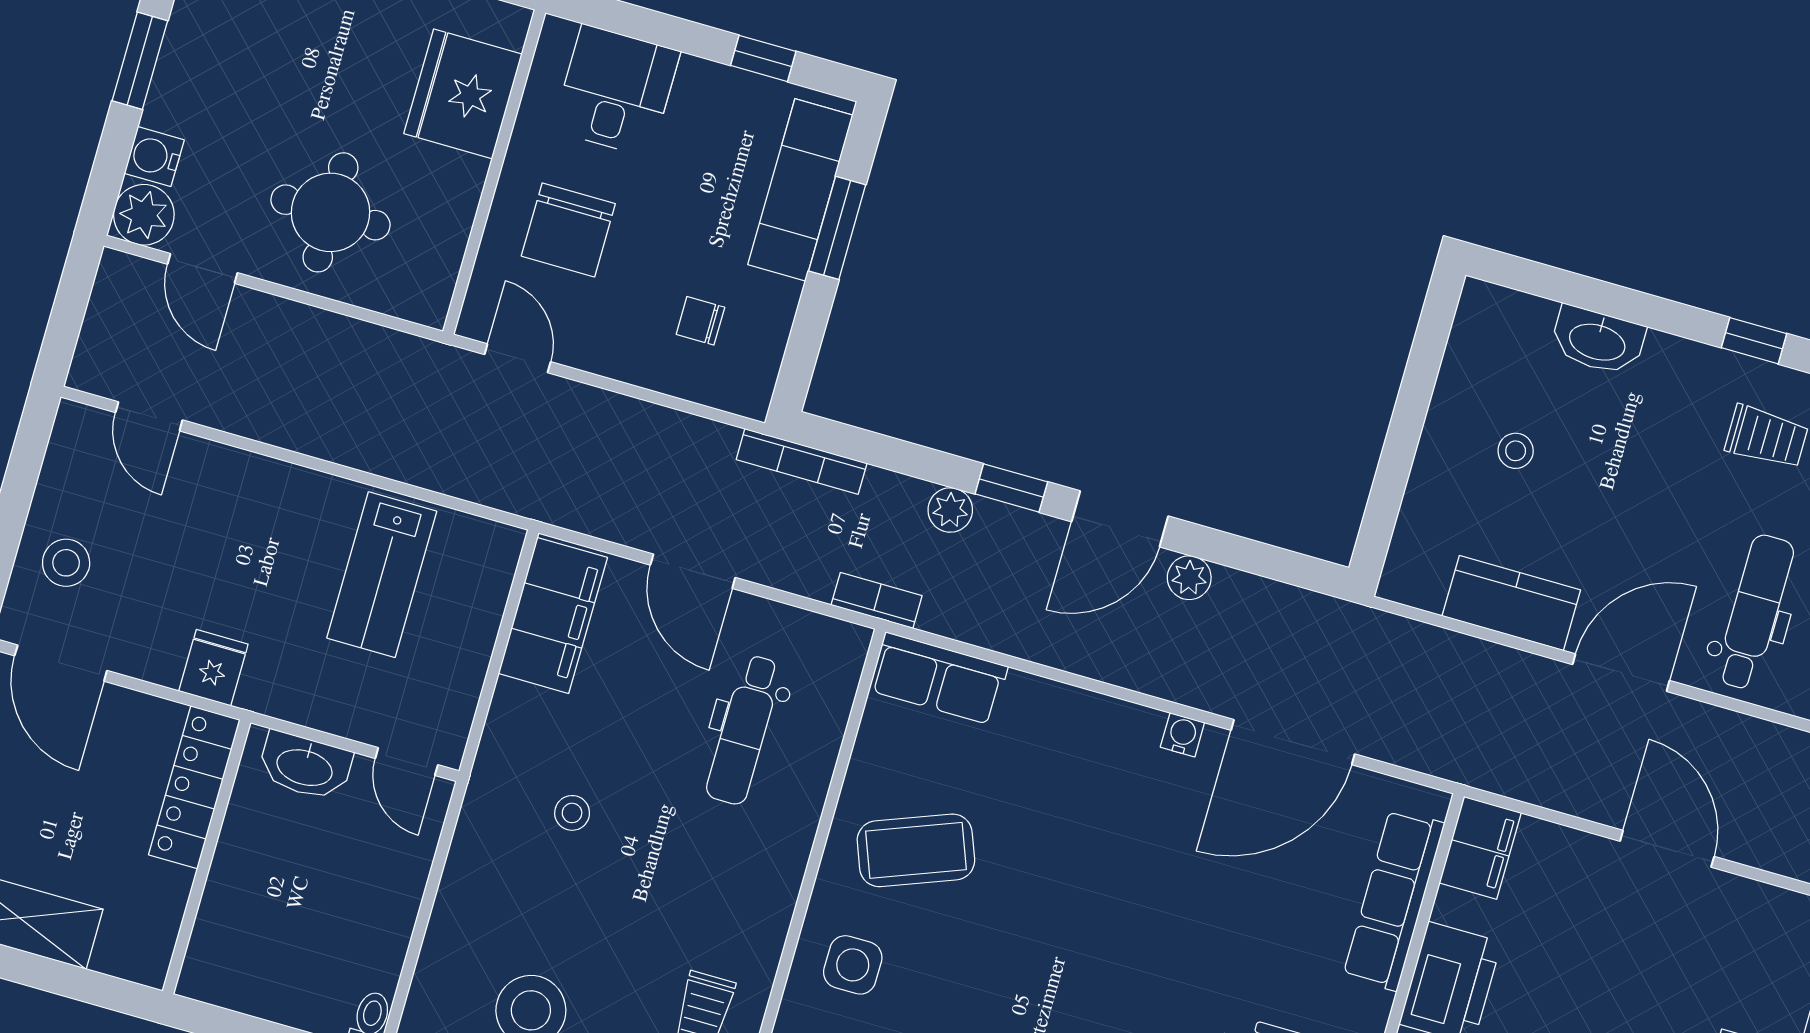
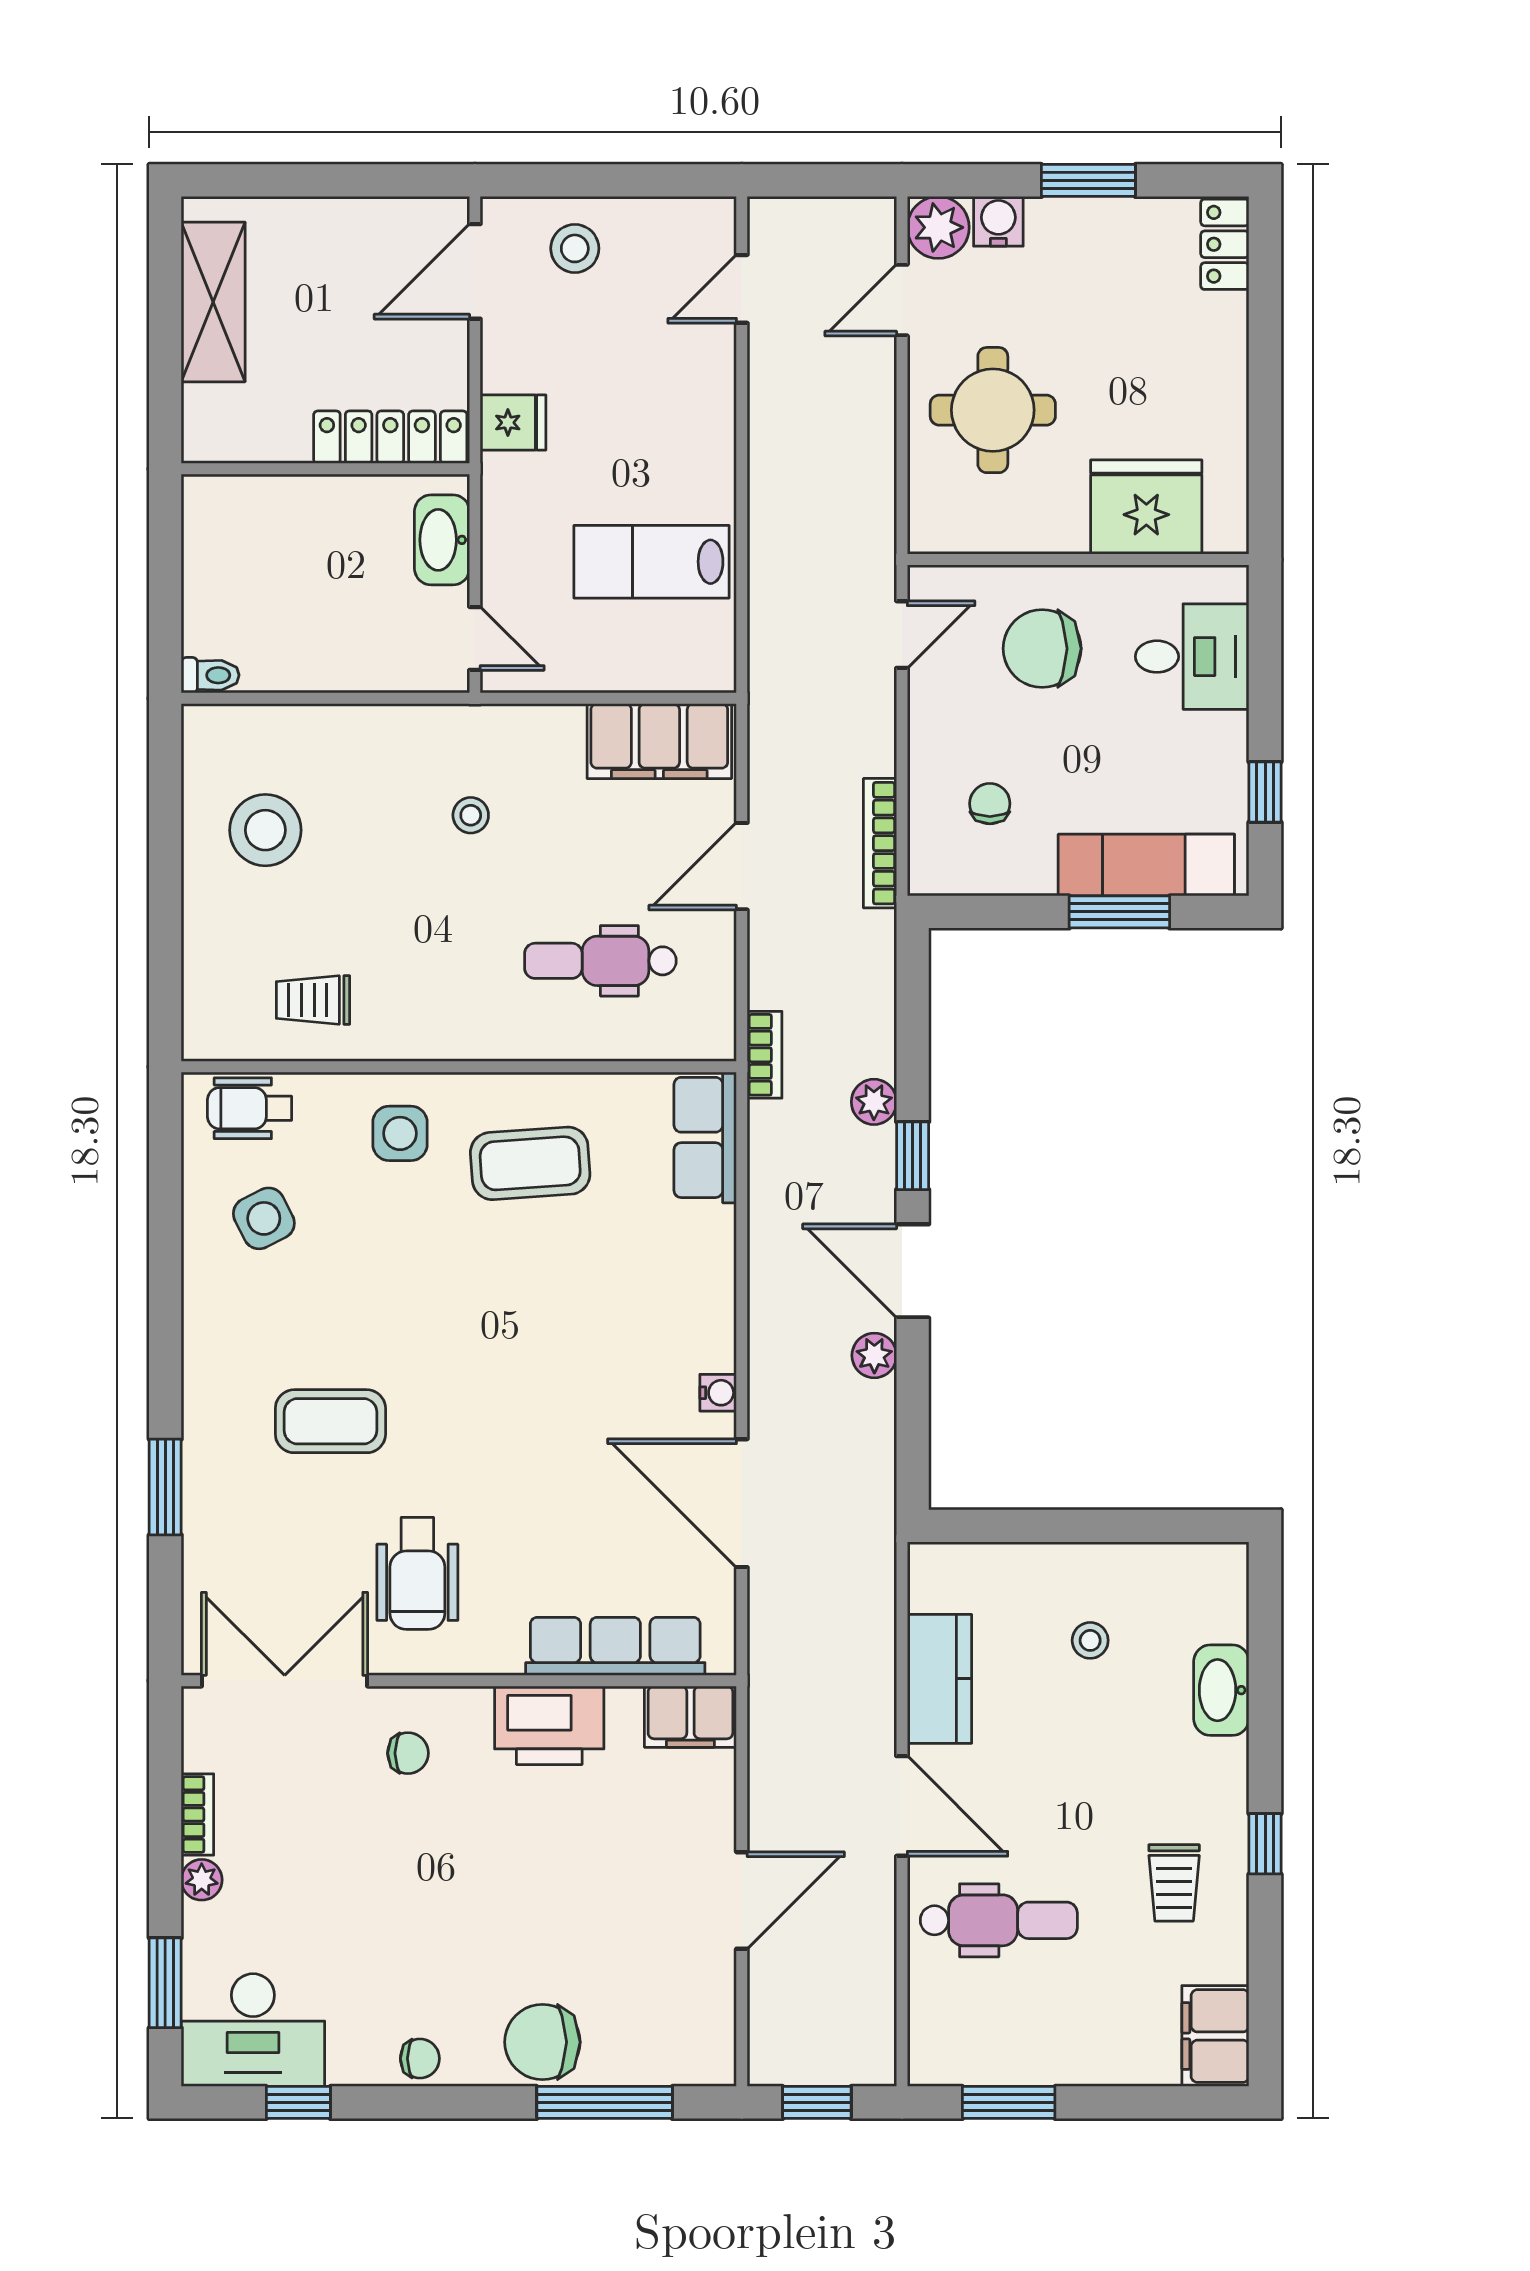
bookcase: (802, 461) -> (880, 843), moved
door: (407, 762) -> (475, 638), swing flipped
coffee table: (916, 850) -> (530, 1163), turned -73

